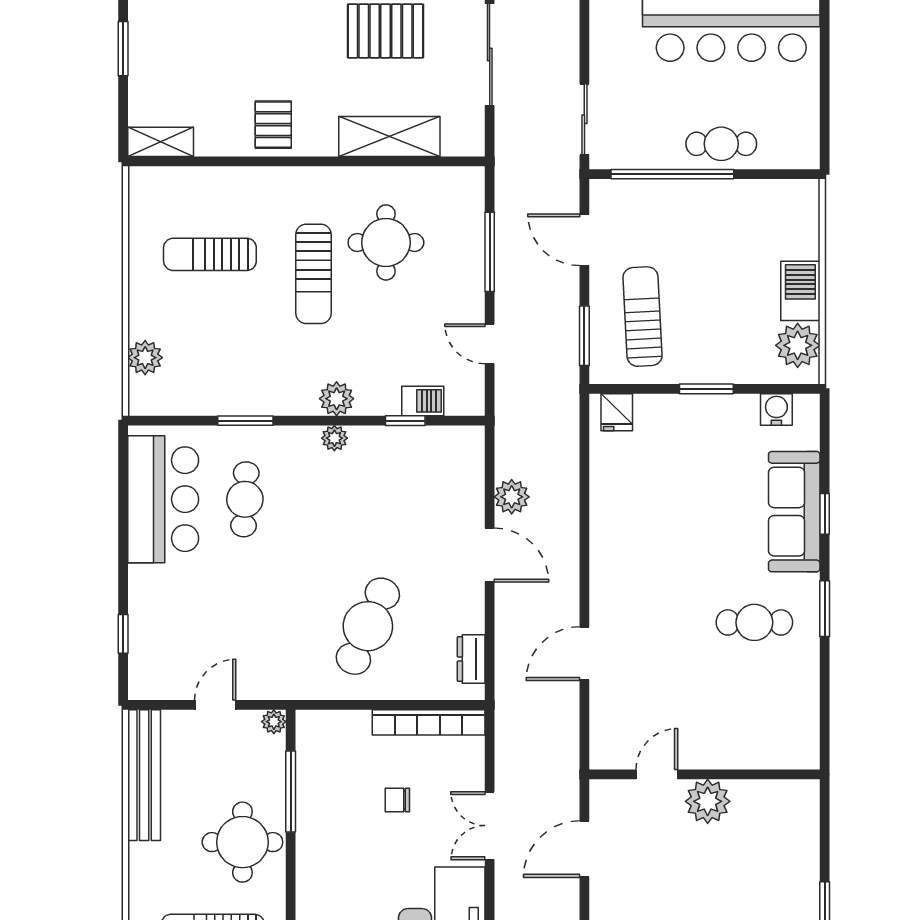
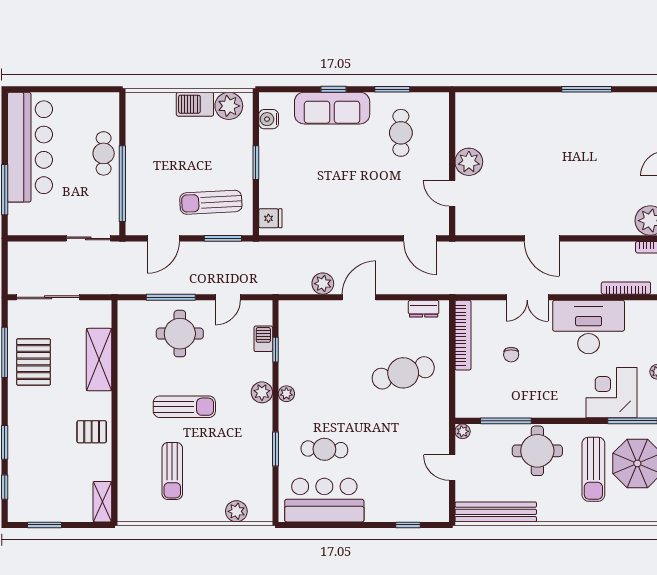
round table: (386, 242) -> (180, 334), moved
cafe table: (368, 626) -> (403, 373), turned -39
door: (657, 774) -> (452, 193), moved
wall: (705, 774) -> (452, 164), moved
plant: (708, 801) -> (469, 162), moved

